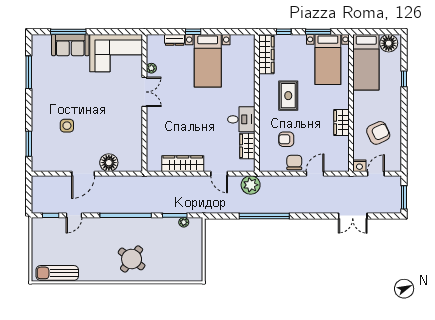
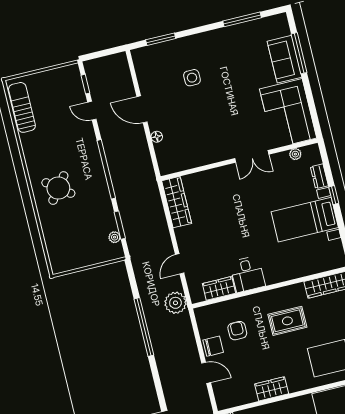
plant: (151, 68) -> (295, 154), moved
floor lamp: (109, 163) -> (157, 137), width x0.53, depth x0.53
wardrobe: (183, 164) -> (177, 202), moved

